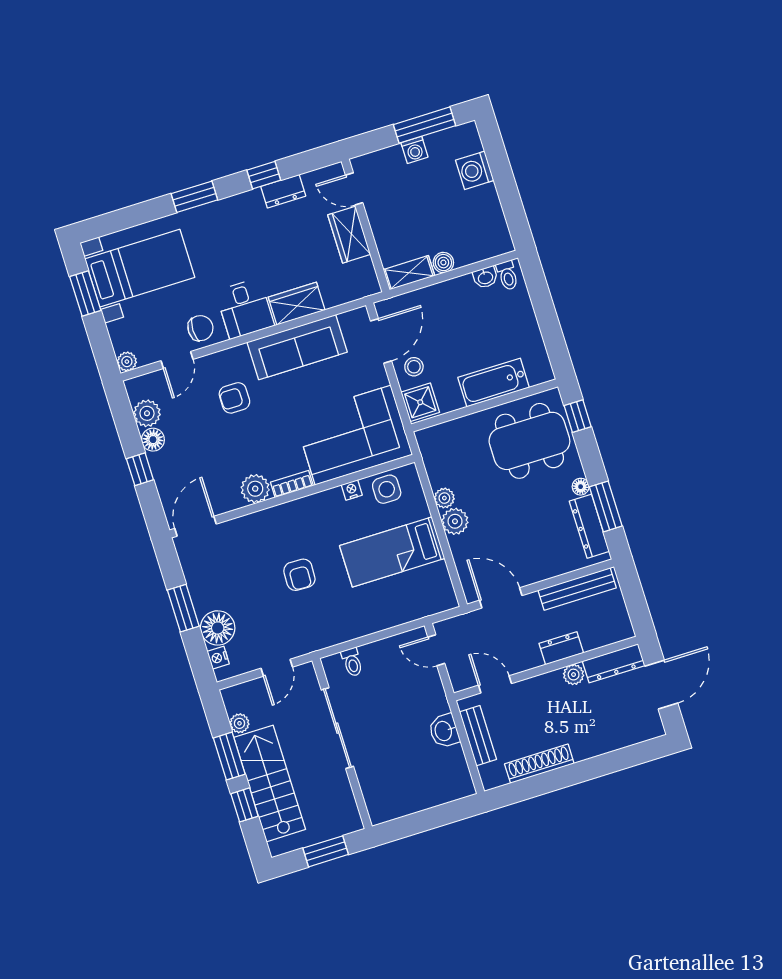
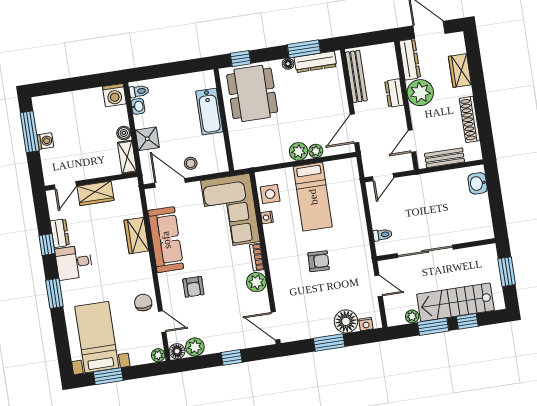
washing machine: (475, 170) -> (114, 95), moved
desk: (245, 308) -> (74, 262), moved, turned 180
shower: (420, 402) -> (147, 139), moved
floor lamp: (153, 440) -> (177, 351), moved
plant: (444, 498) -> (316, 151), moved
plant: (574, 675) -> (420, 93), width x1.88, depth x1.88
washbasin: (444, 731) -> (478, 183), moved, turned 90
wardrobe: (609, 739) -> (460, 71), added

